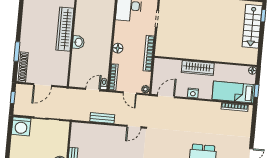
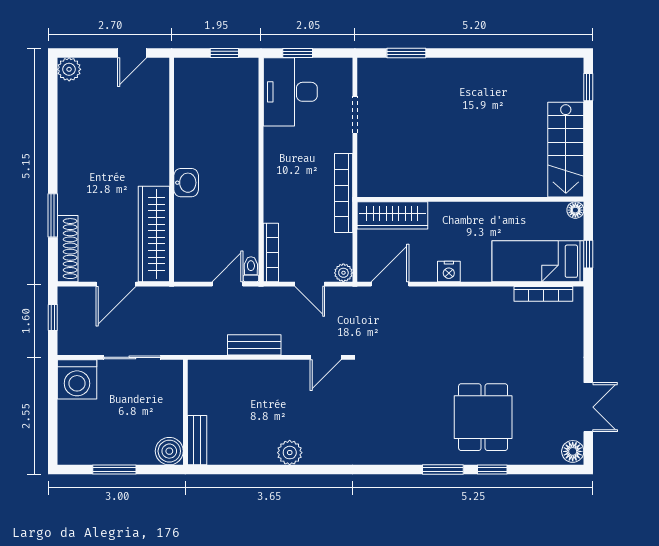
stairs: (252, 26) -> (566, 150), moved
wardrobe: (65, 29) -> (154, 234), moved
floor lamp: (118, 48) -> (274, 188), removed
wardrobe: (198, 68) -> (392, 215), moved

